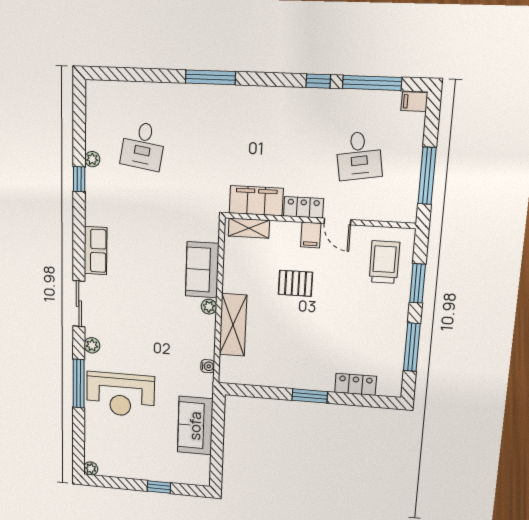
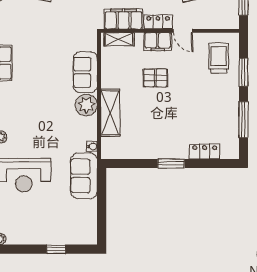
filing cabinet: (311, 235) -> (158, 42), width x2.00
plant: (209, 307) -> (86, 105), width x1.87, depth x1.87
sofa: (195, 426) -> (84, 176), moved

